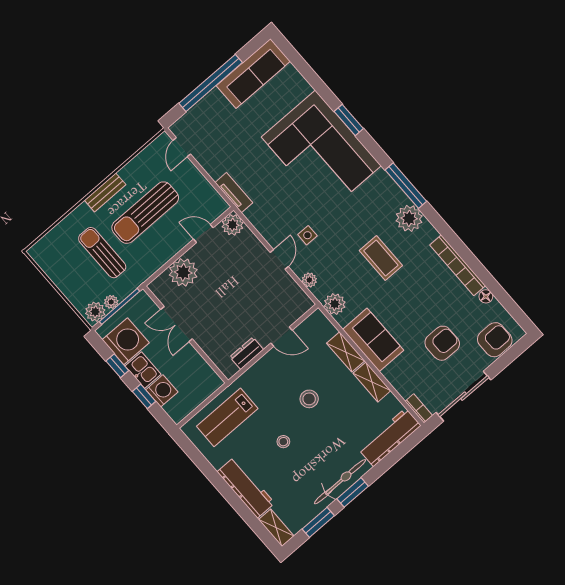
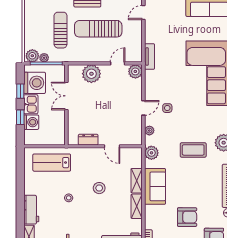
door: (203, 233) -> (118, 63), hinge flipped
coffee table: (381, 258) -> (193, 150), turned 90
workbench: (246, 487) -> (31, 210), width x0.73

